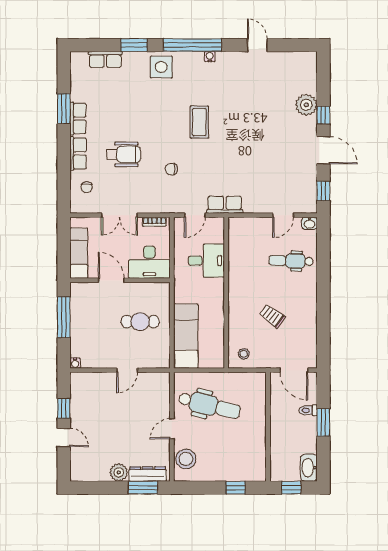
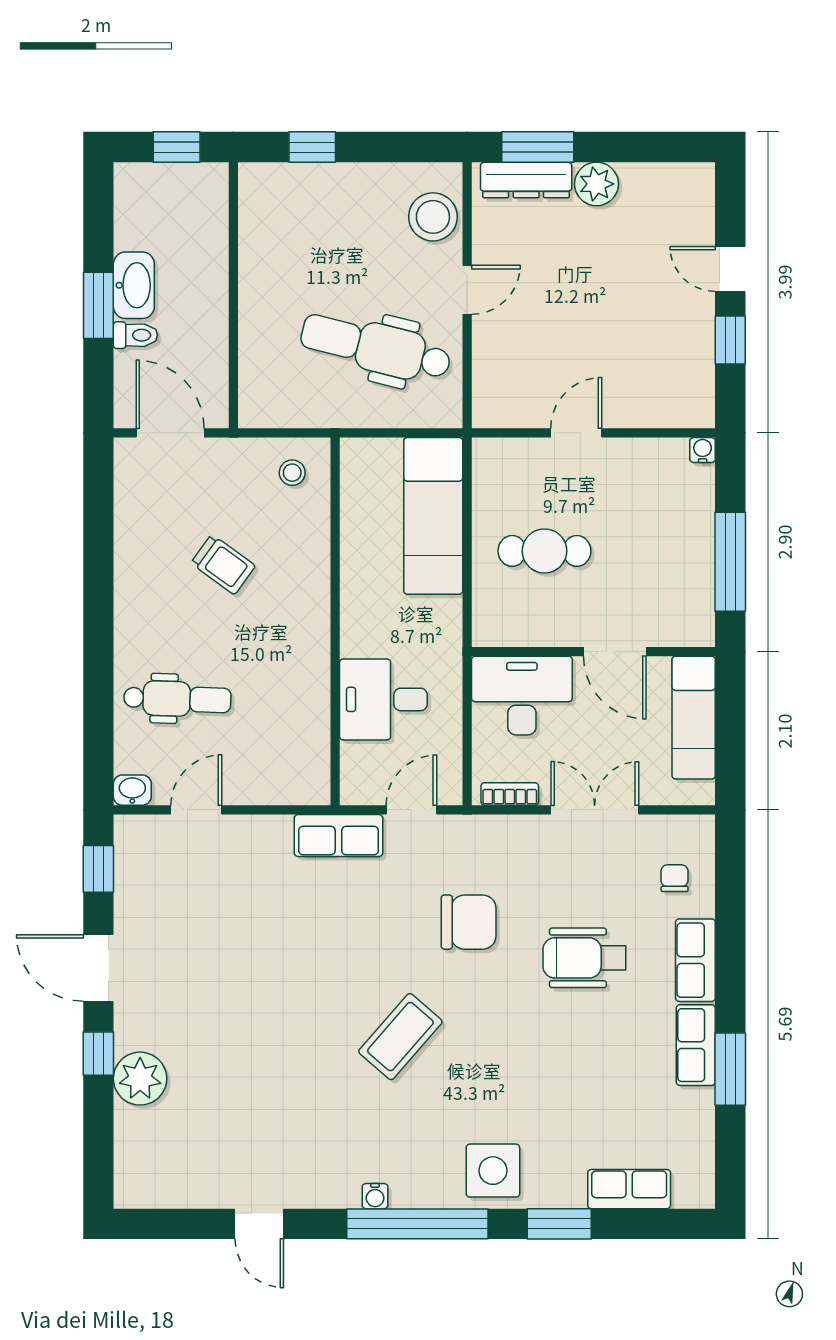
coffee table: (199, 122) -> (400, 1037), turned 41
chair: (171, 169) -> (469, 922), width x1.87, depth x1.87
washbasin: (309, 468) -> (134, 285), moved

